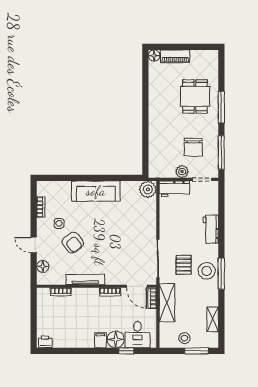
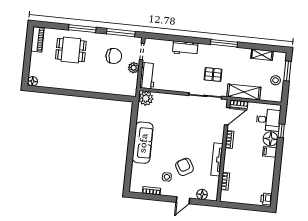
piano: (175, 56) -> (37, 39), moved
armchair: (73, 243) -> (184, 167), turned -84
stool: (207, 271) -> (220, 55), removed

